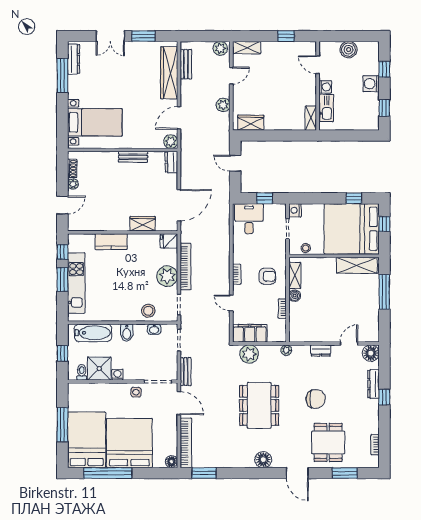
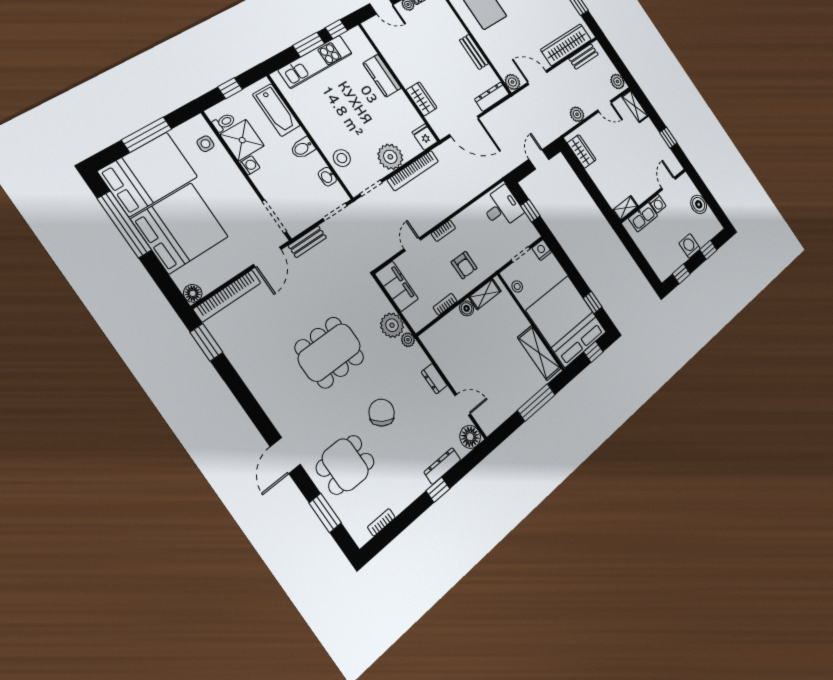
dresser: (171, 162) -> (492, 97), width x1.44
plant: (249, 354) -> (392, 325), moved
side table: (136, 392) -> (205, 144), moved
chair: (316, 399) -> (382, 413), turned -146
floor lamp: (263, 460) -> (272, 403), removed

